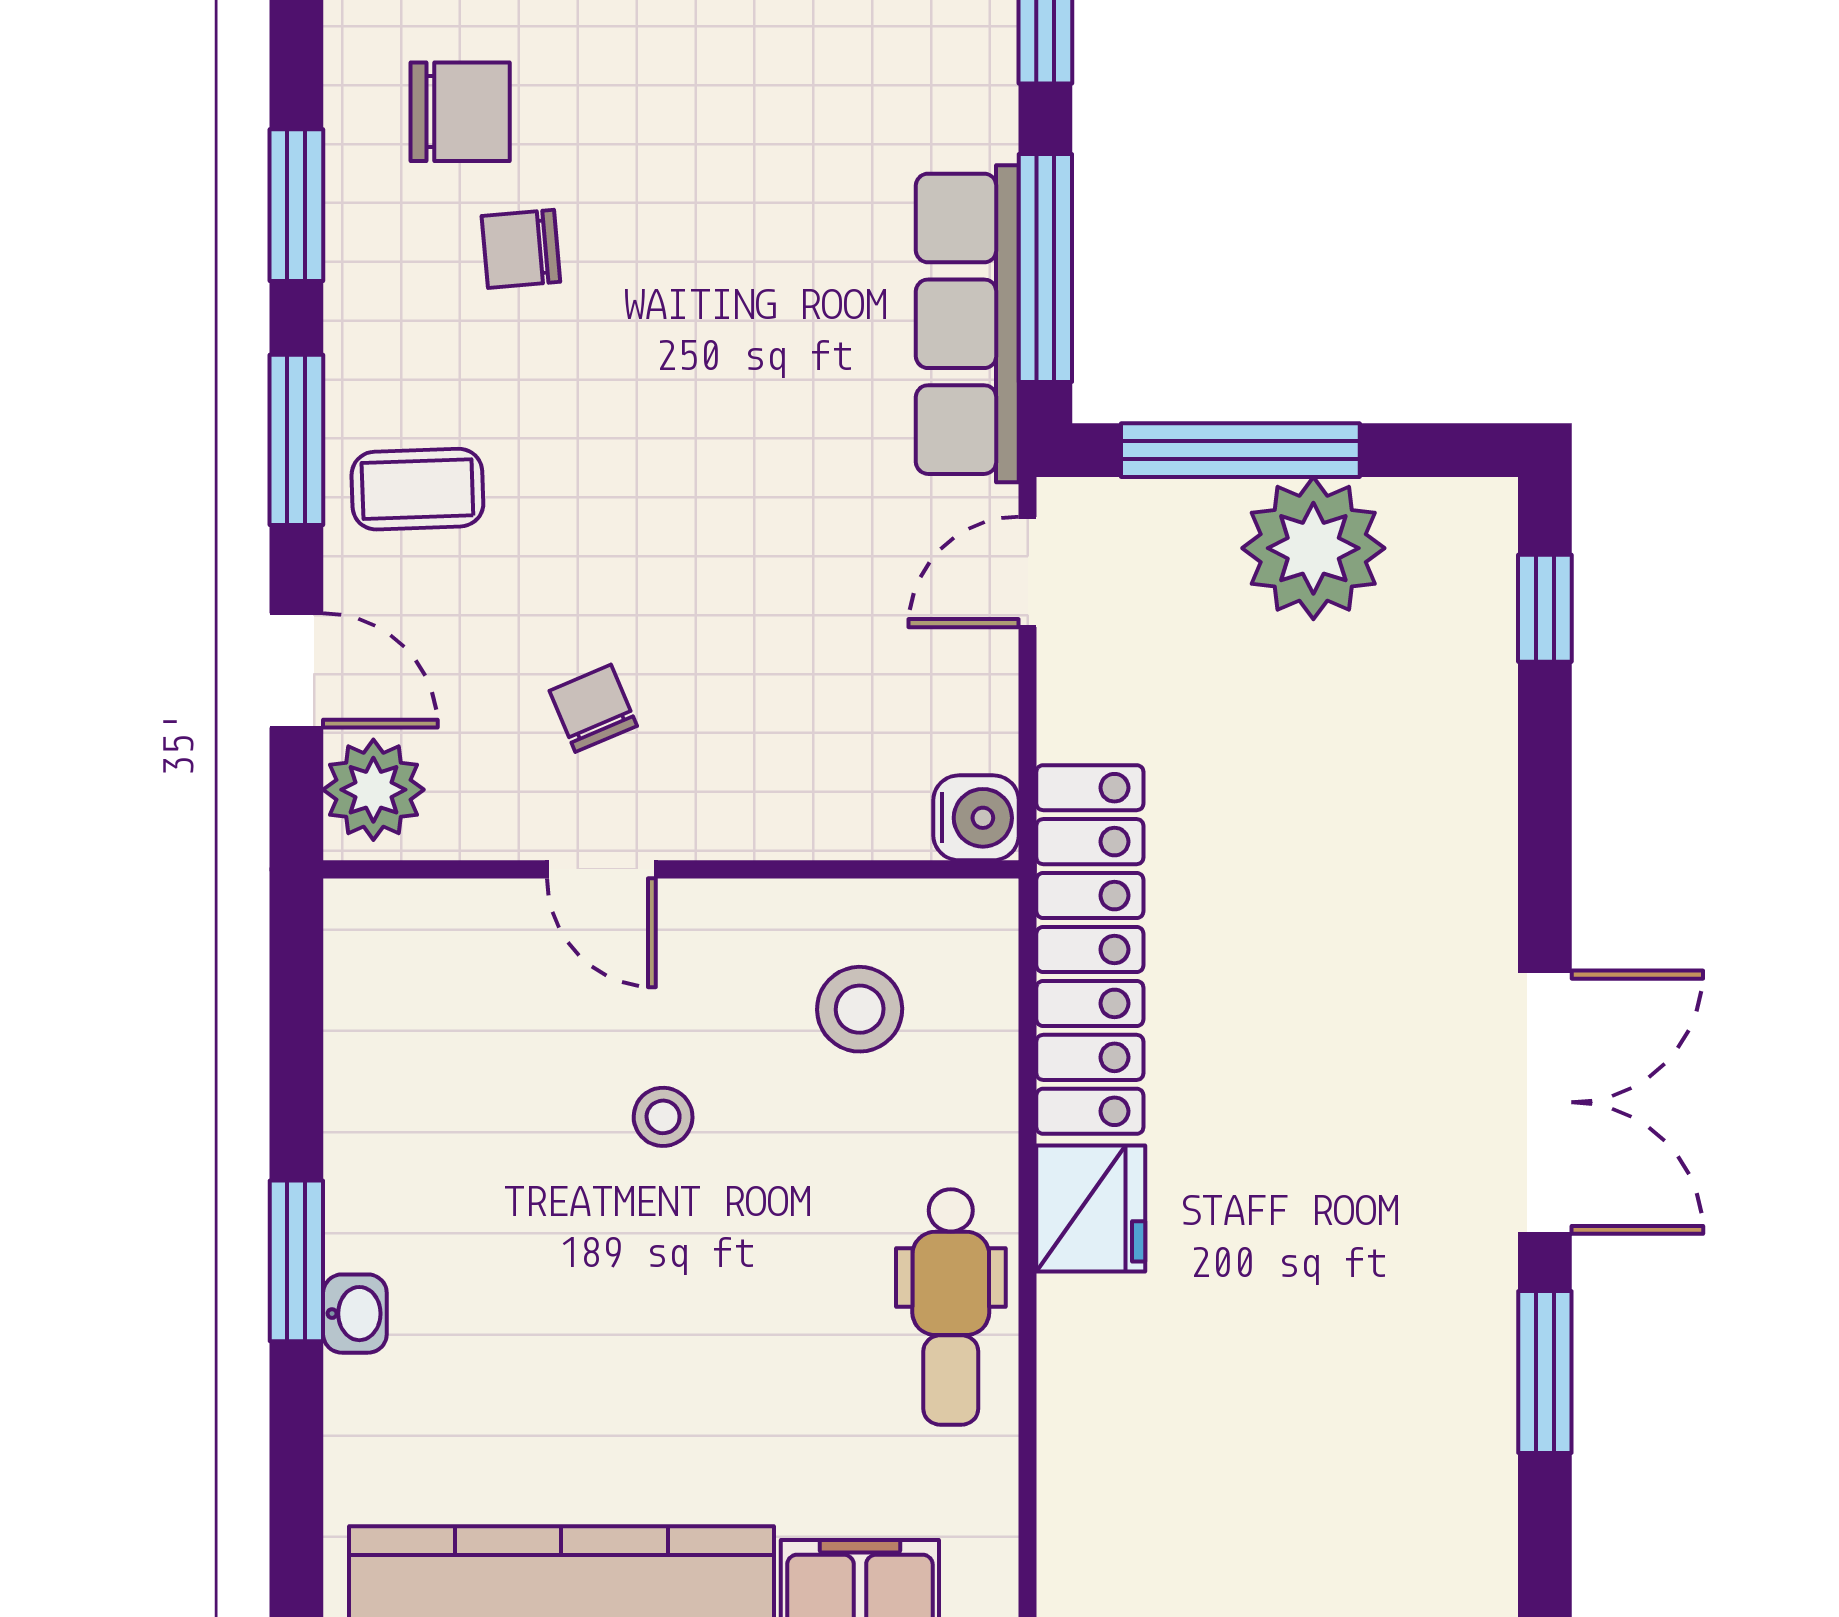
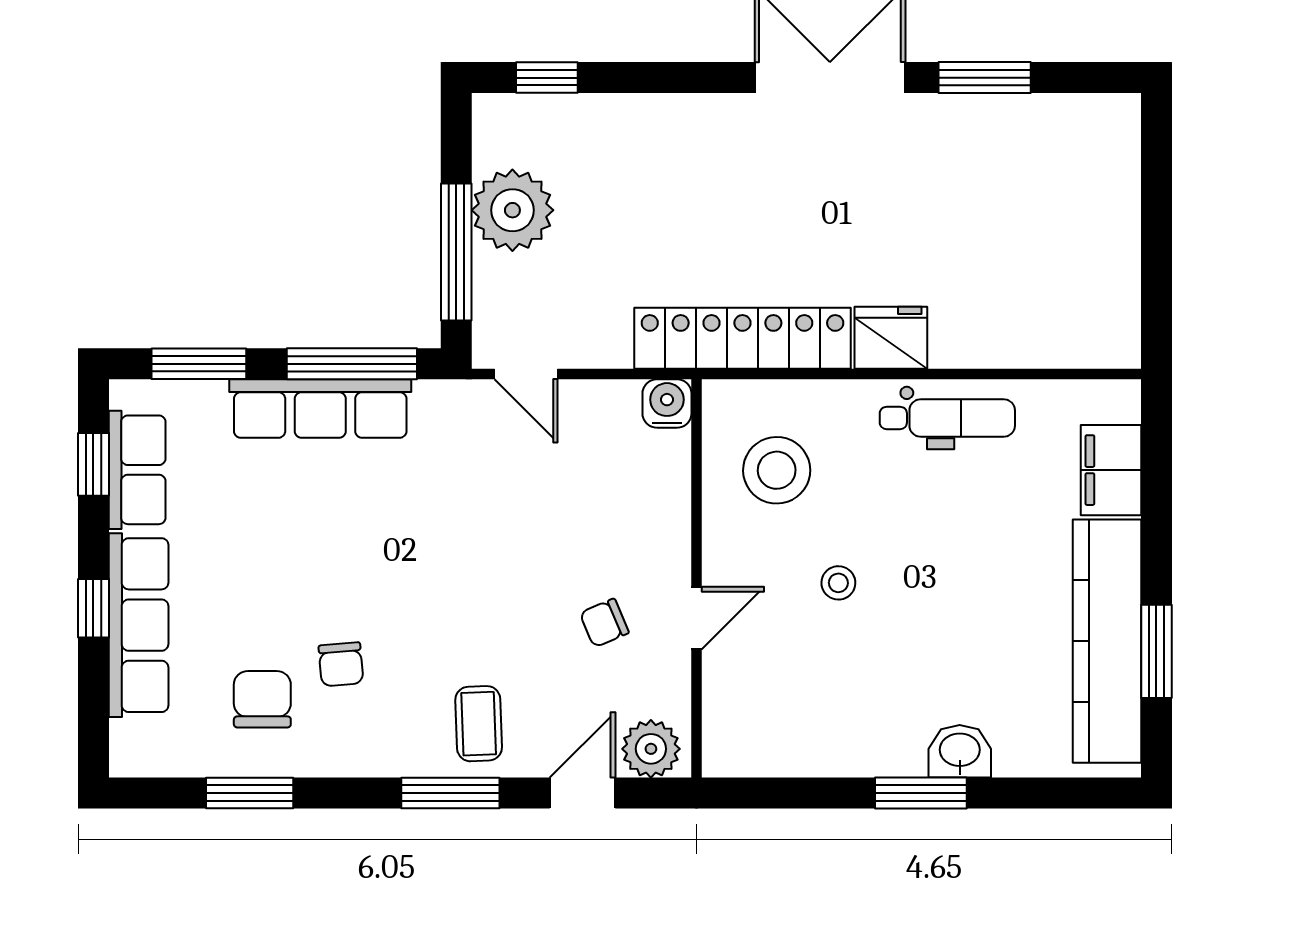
window: (296, 205) -> (250, 793), moved
row of seats: (967, 324) -> (320, 408), moved
stool: (860, 1009) -> (777, 470), width x1.38, depth x1.38
washbasin: (355, 1314) -> (960, 751), width x1.38, depth x1.45

